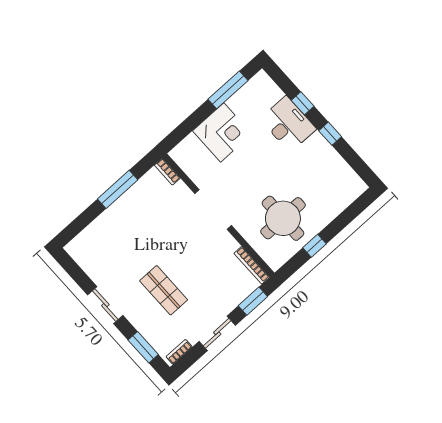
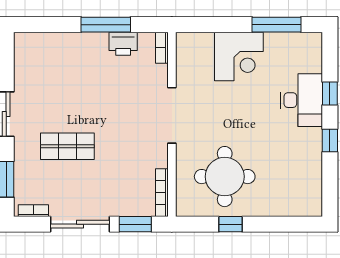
printer: (140, 192) -> (123, 44), added
shop shelf: (164, 290) -> (67, 146), turned 90
sliding door: (217, 333) -> (80, 224), width x1.37

